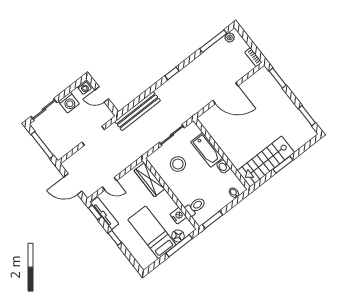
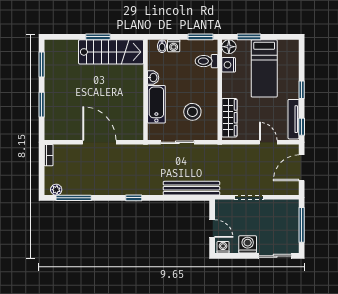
window: (278, 78) -> (42, 105), moved
door: (73, 184) -> (302, 168), swing flipped
washing machine: (226, 199) -> (174, 46), added
floor lamp: (178, 236) -> (229, 47), moved
window: (179, 246) -> (249, 37), width x0.69

